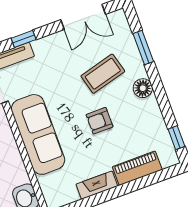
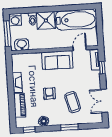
window: (143, 48) -> (70, 127), moved
floor lamp: (143, 88) -> (44, 121), moved
sofa: (38, 134) -> (57, 60), width x0.73

